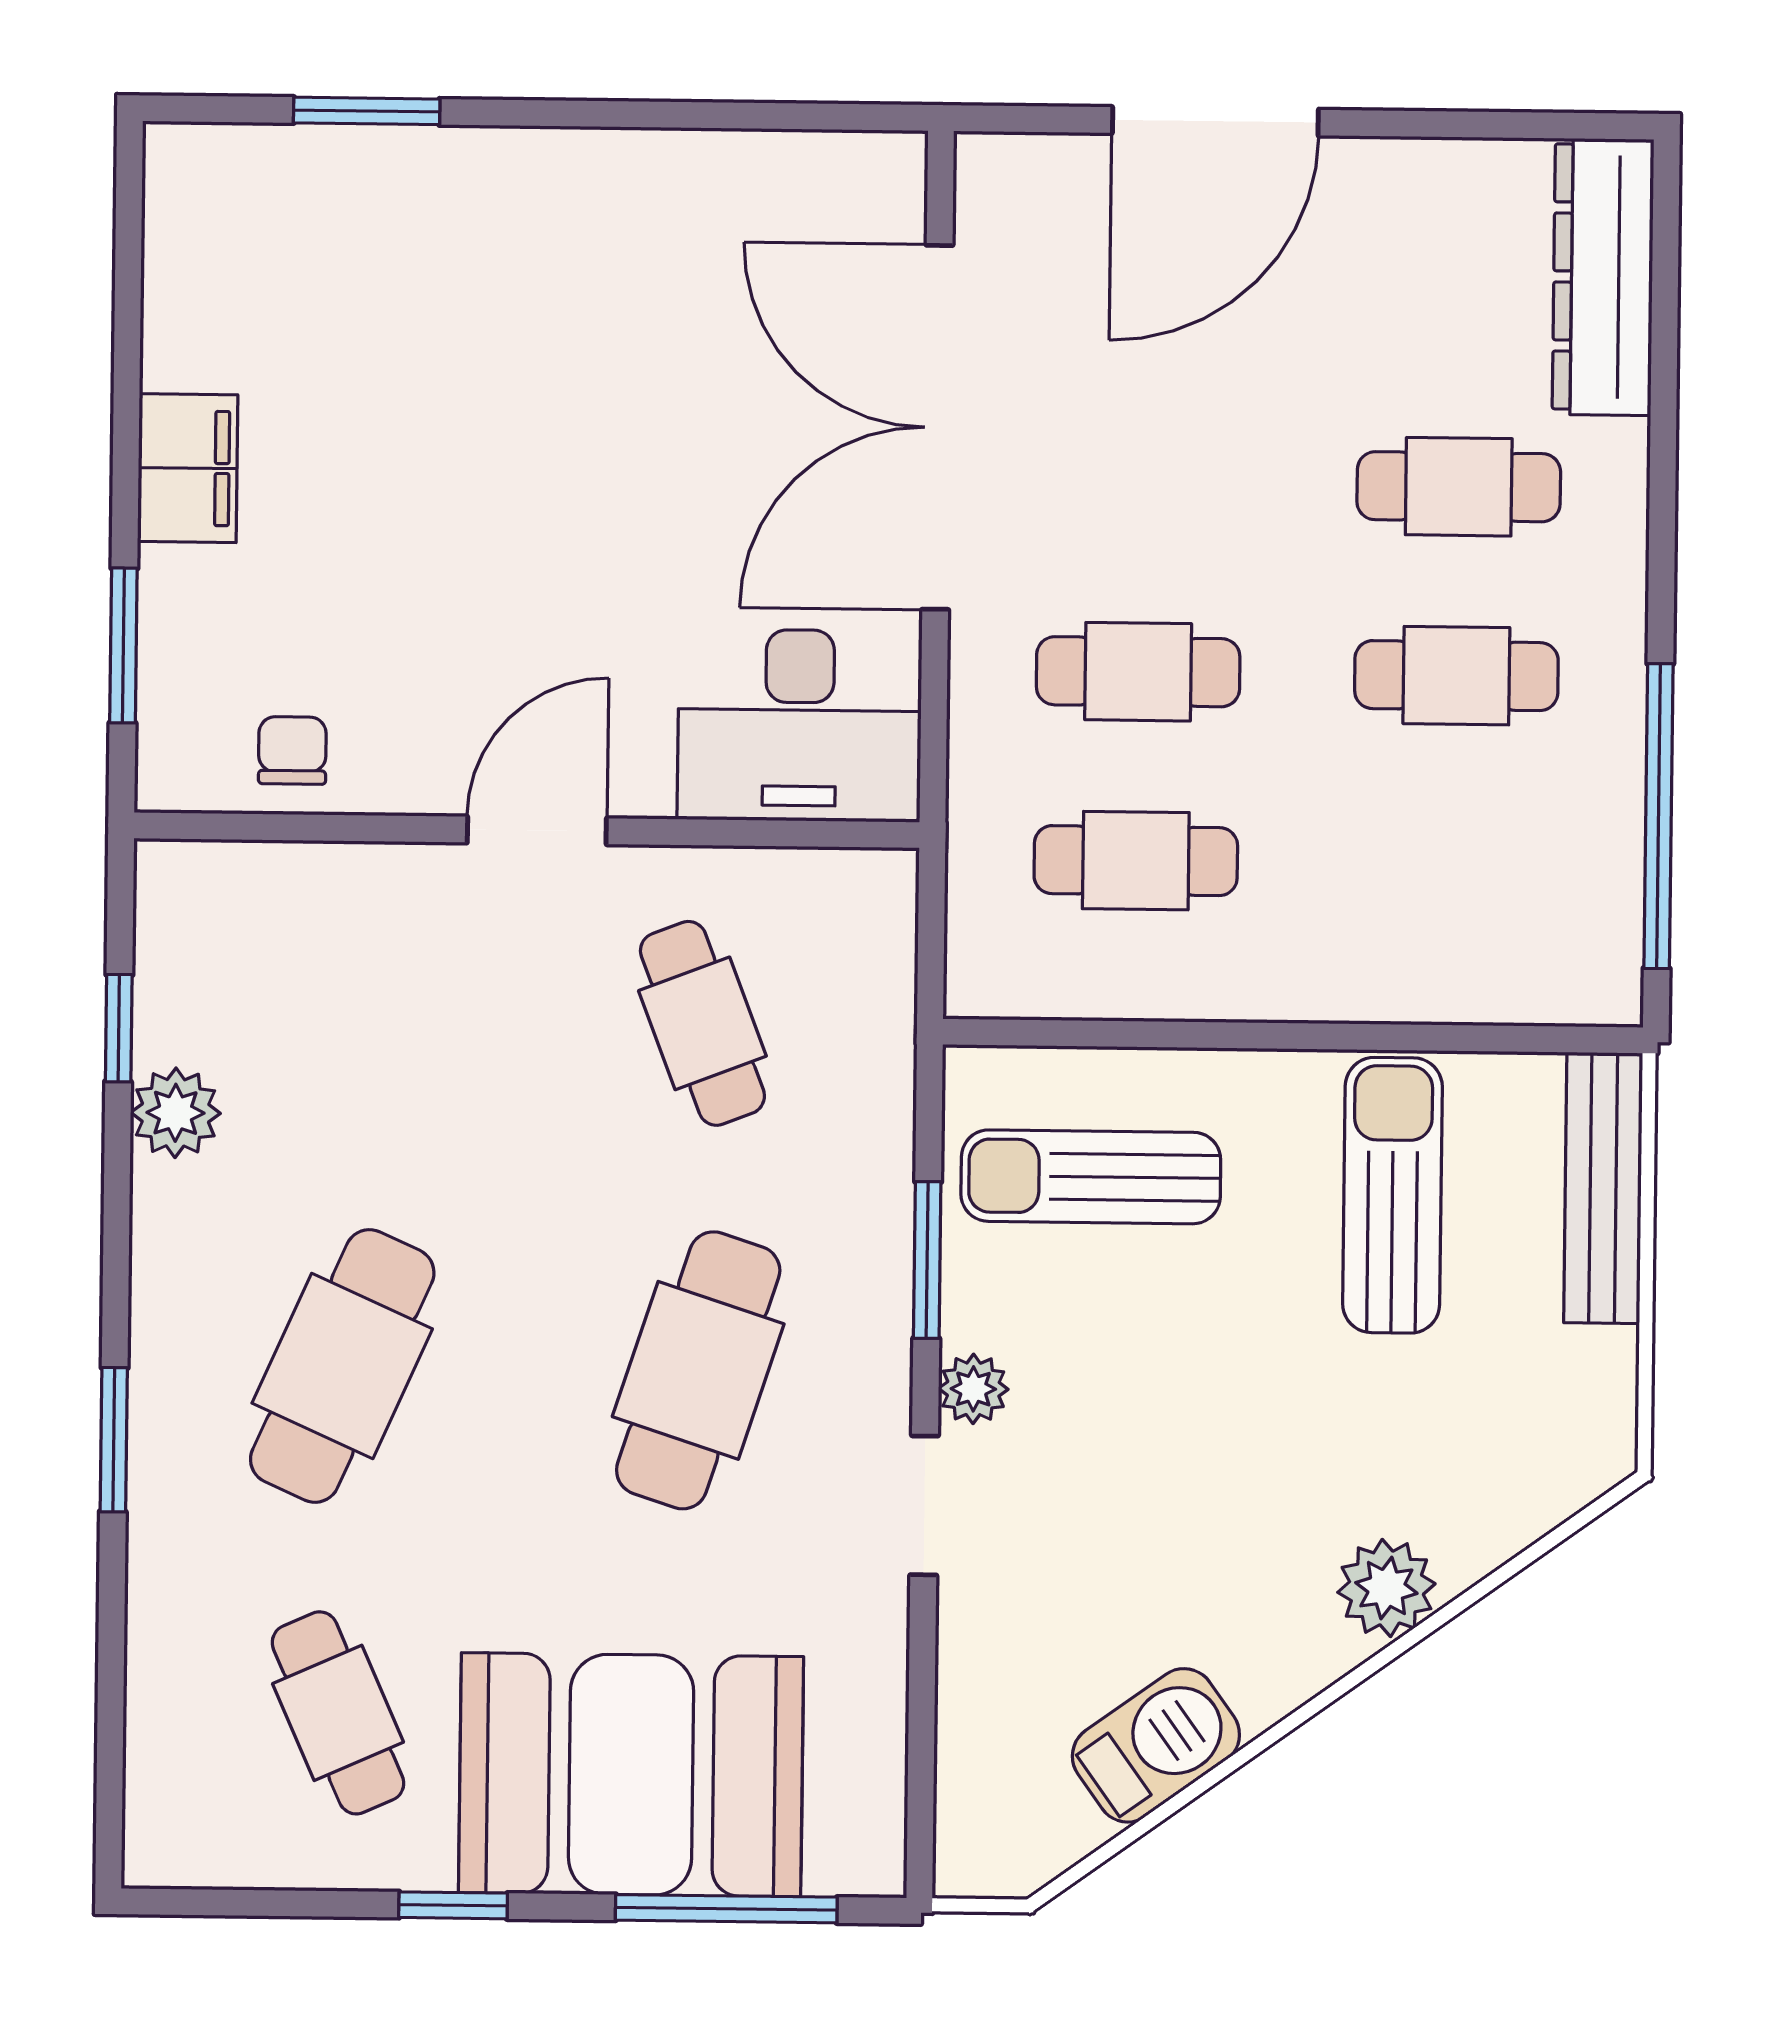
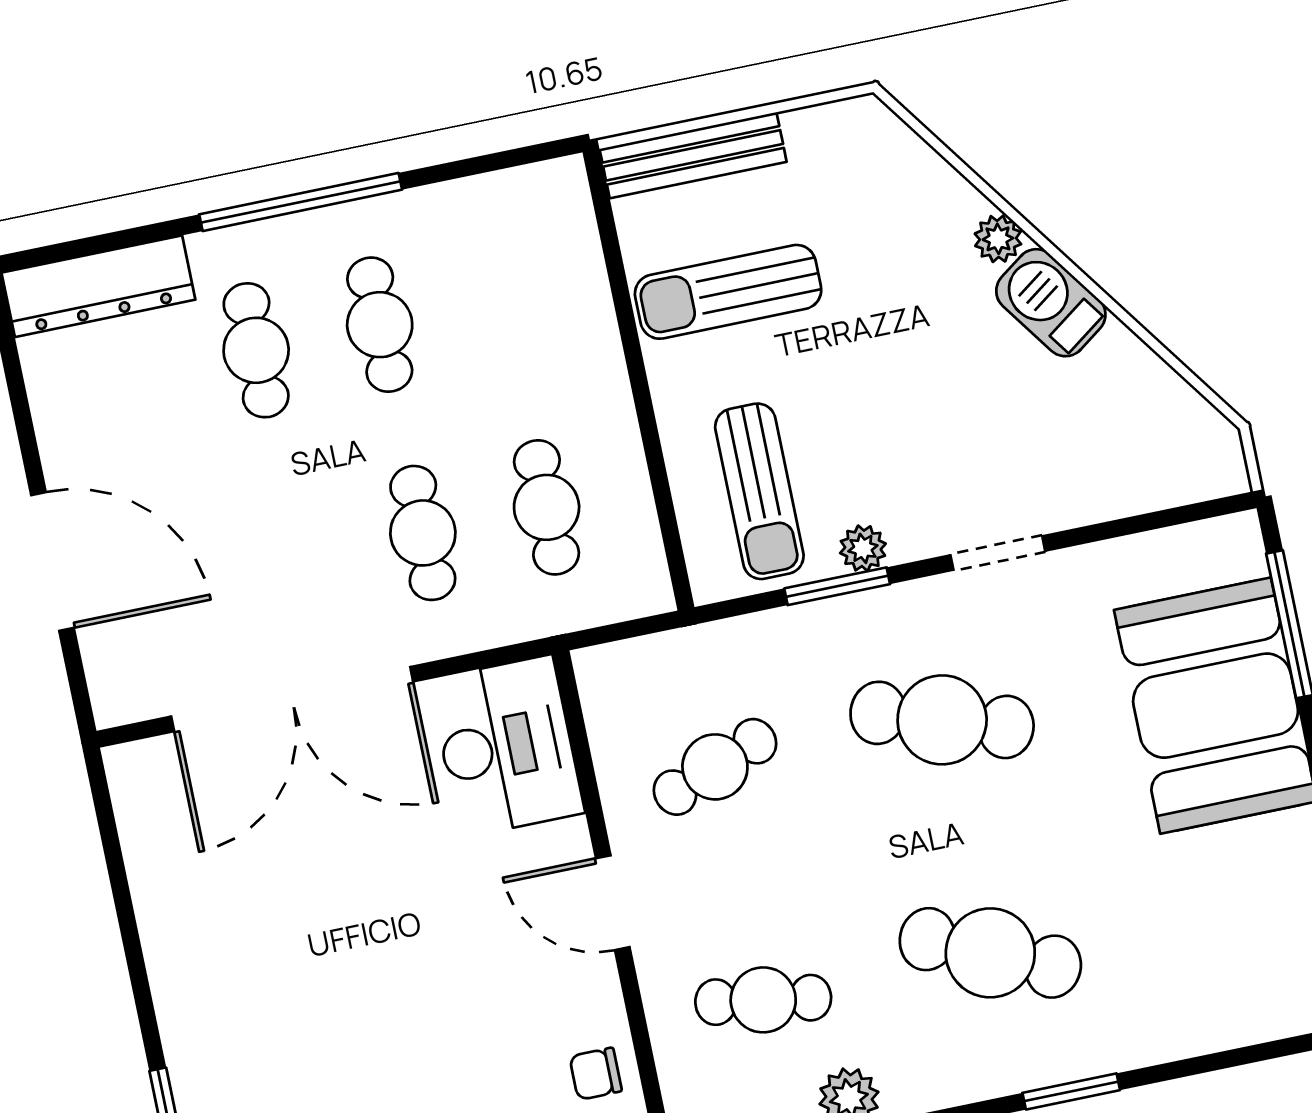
window: (1658, 816) -> (301, 202), moved
plant: (973, 1389) -> (863, 548), moved
plant: (1386, 1588) -> (998, 239), width x0.73, depth x0.73
cafe table: (338, 1713) -> (763, 1000), moved, turned 33
barbecue: (1156, 1745) -> (1051, 303), moved

